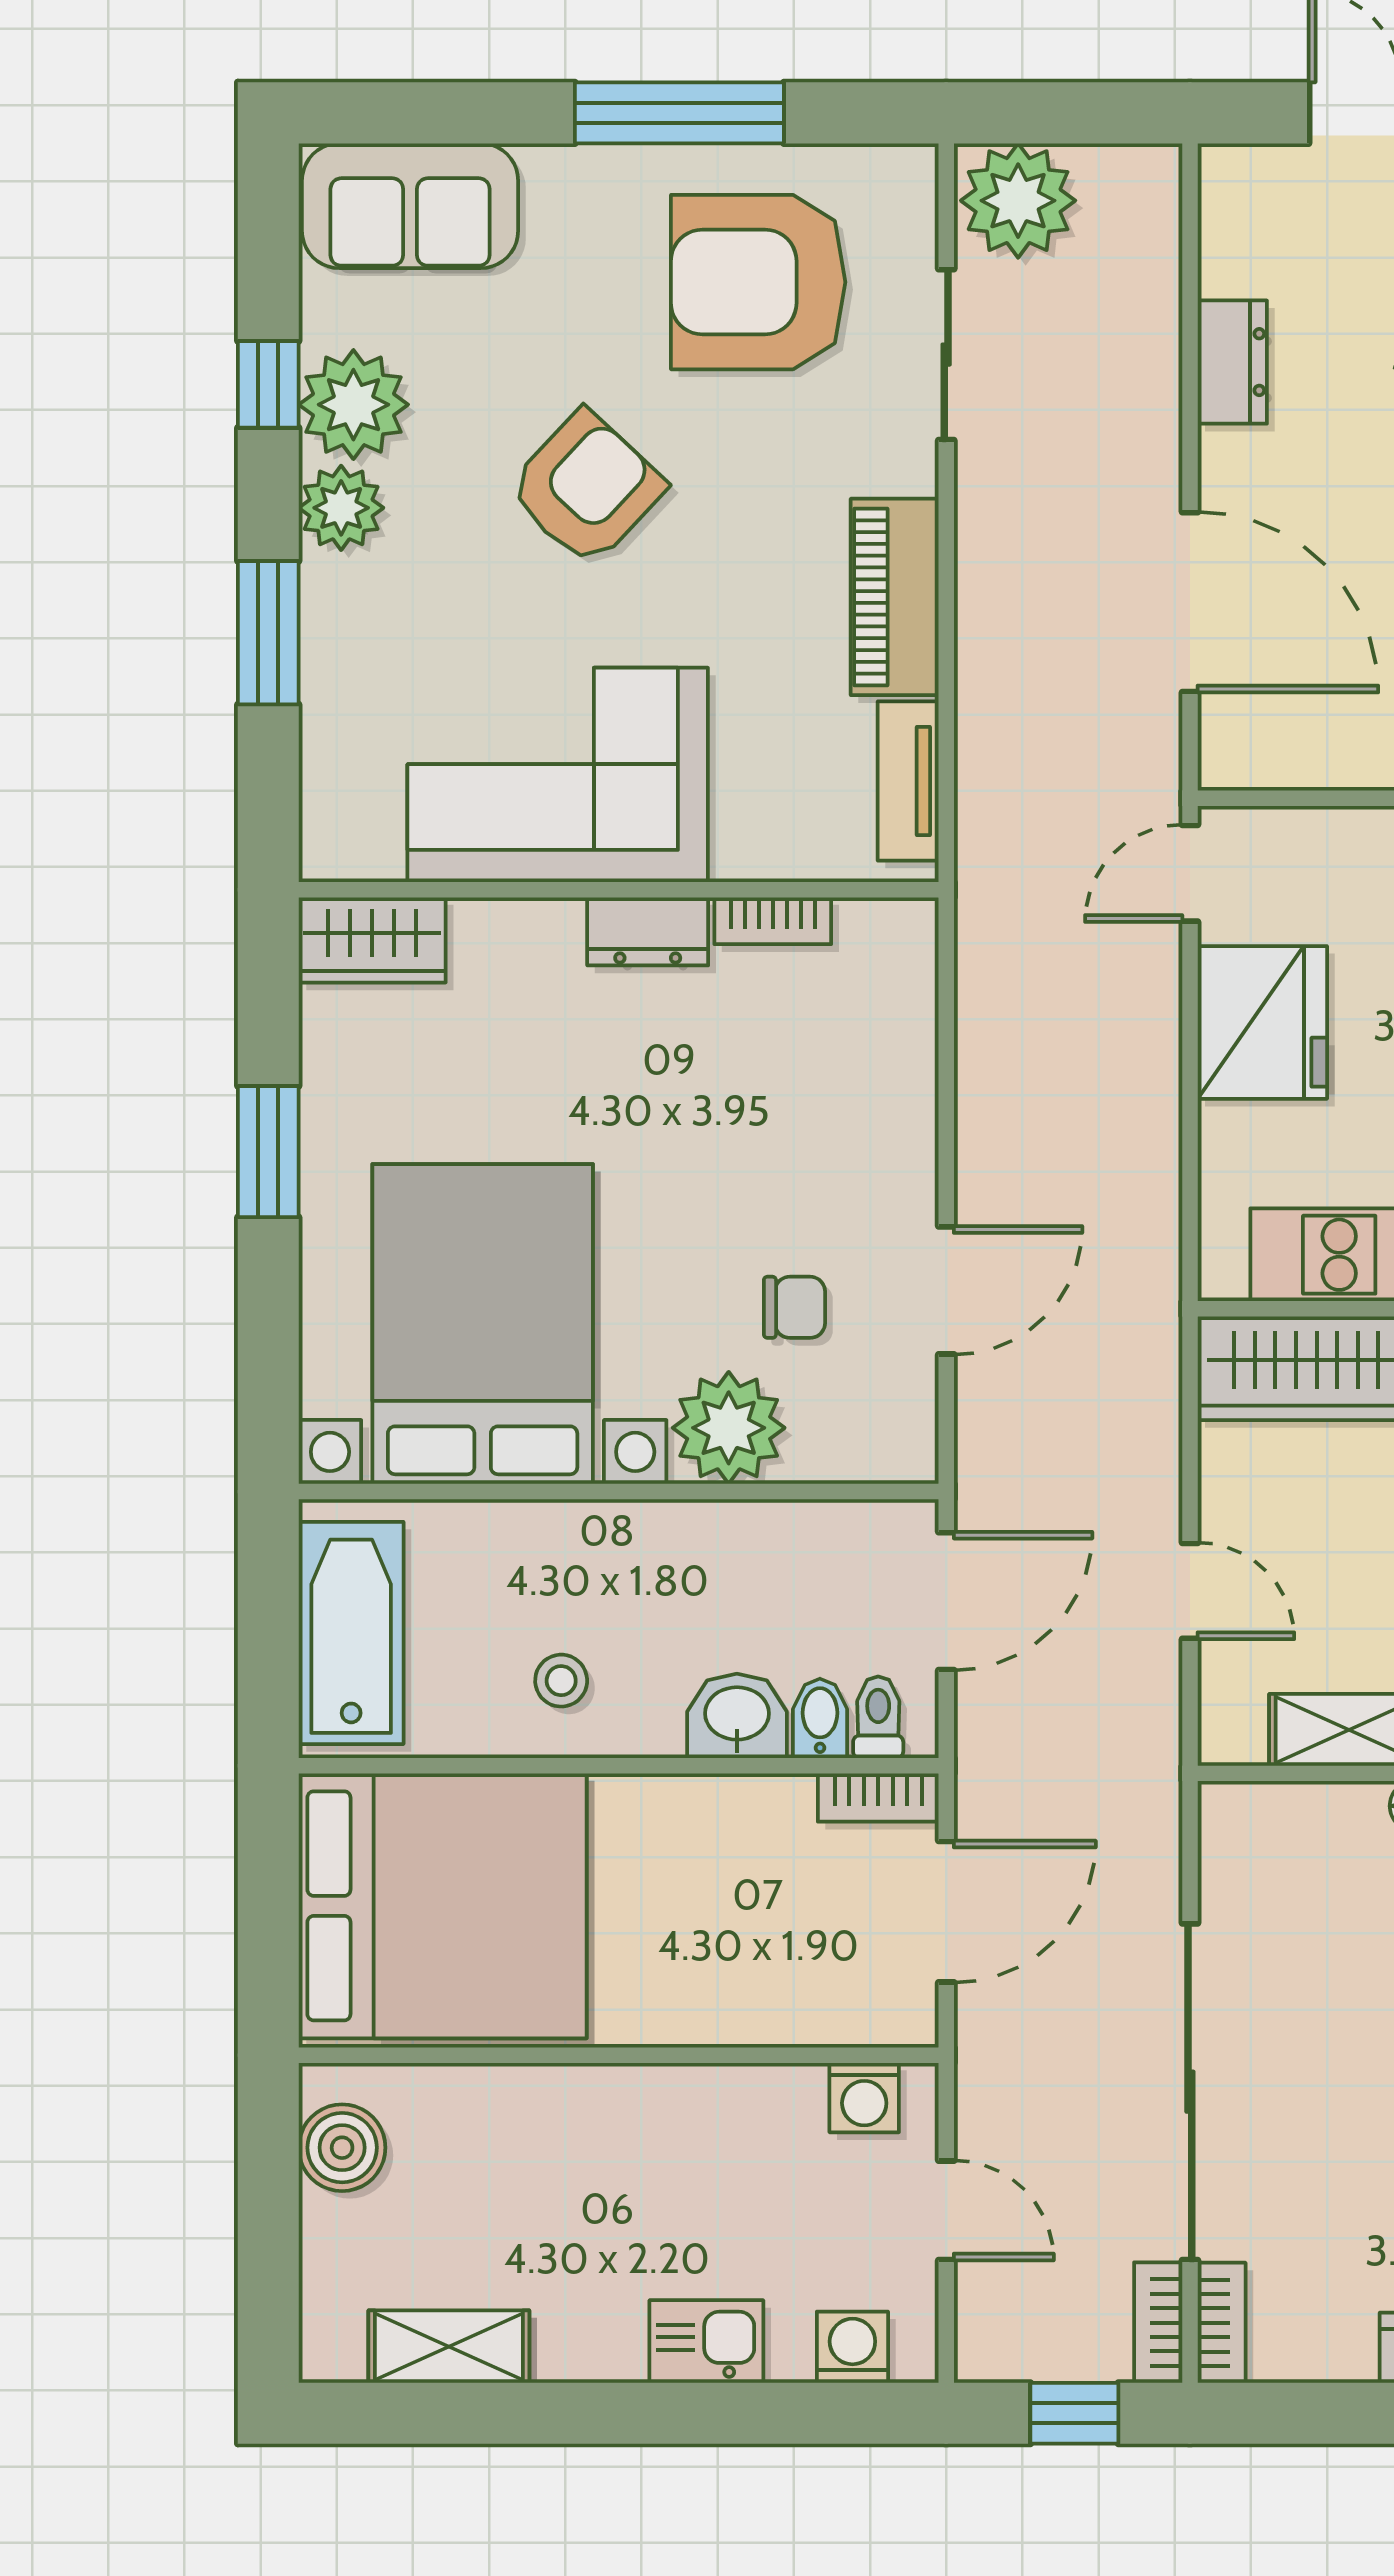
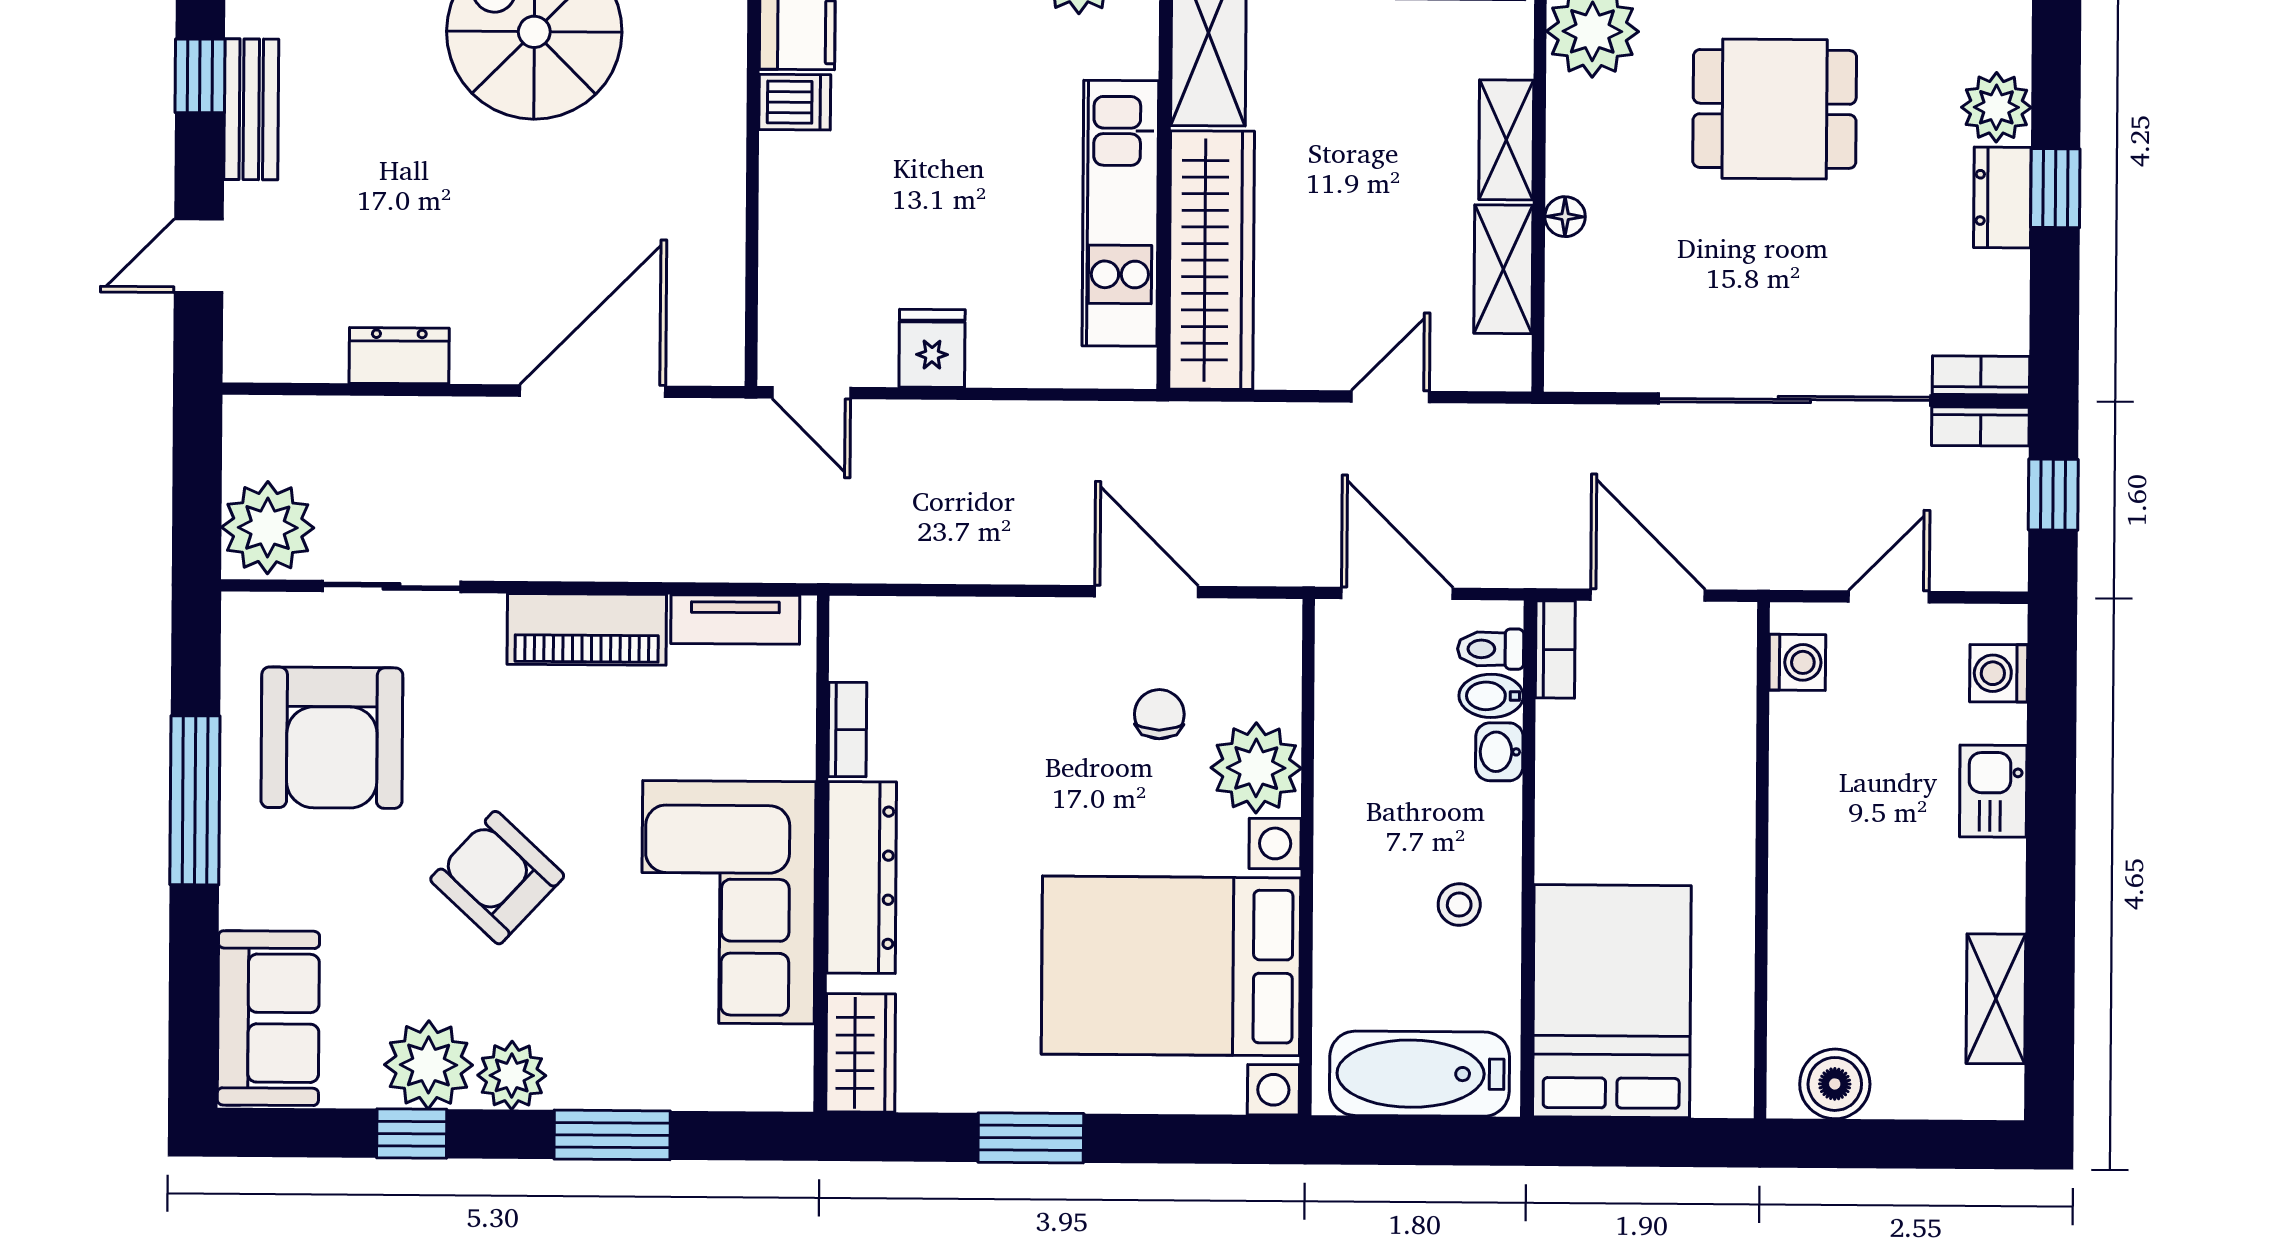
dresser: (648, 931) -> (862, 878), width x1.96, depth x1.24
fridge: (1262, 1022) -> (932, 348), width x0.53, depth x0.75
washbasin: (737, 1716) -> (1499, 752), width x0.72, depth x0.69
bed: (443, 1906) -> (1612, 1001), width x0.73

